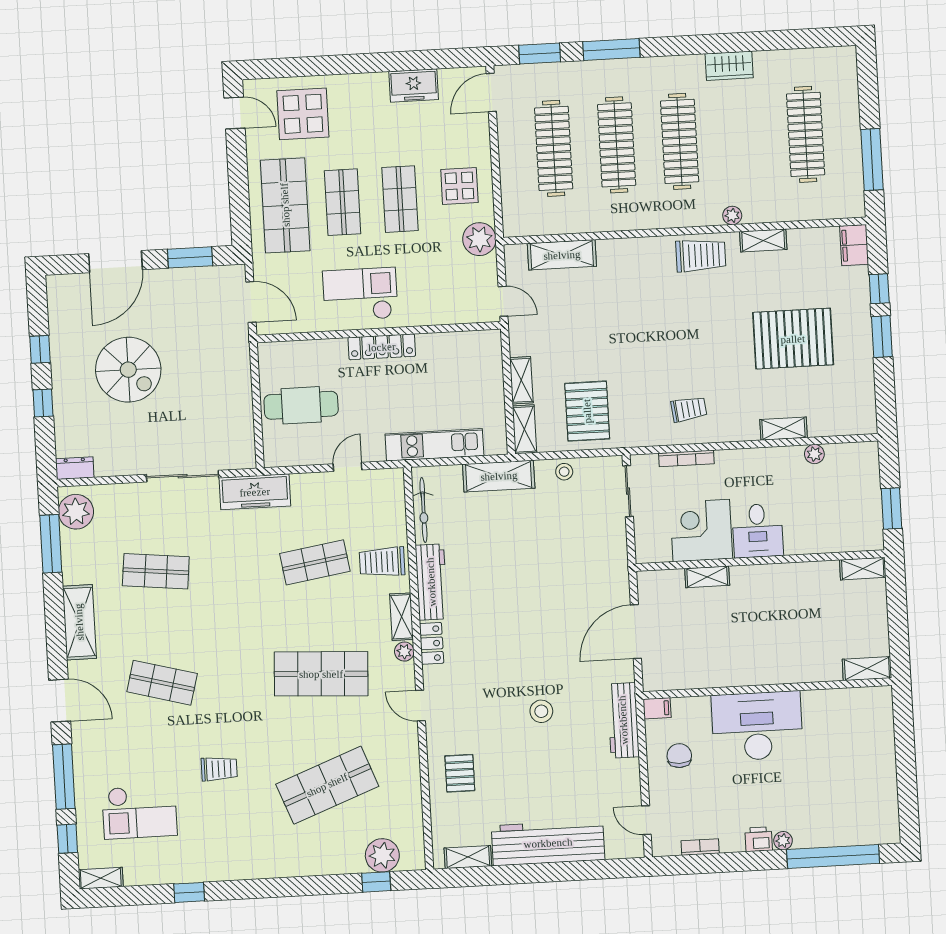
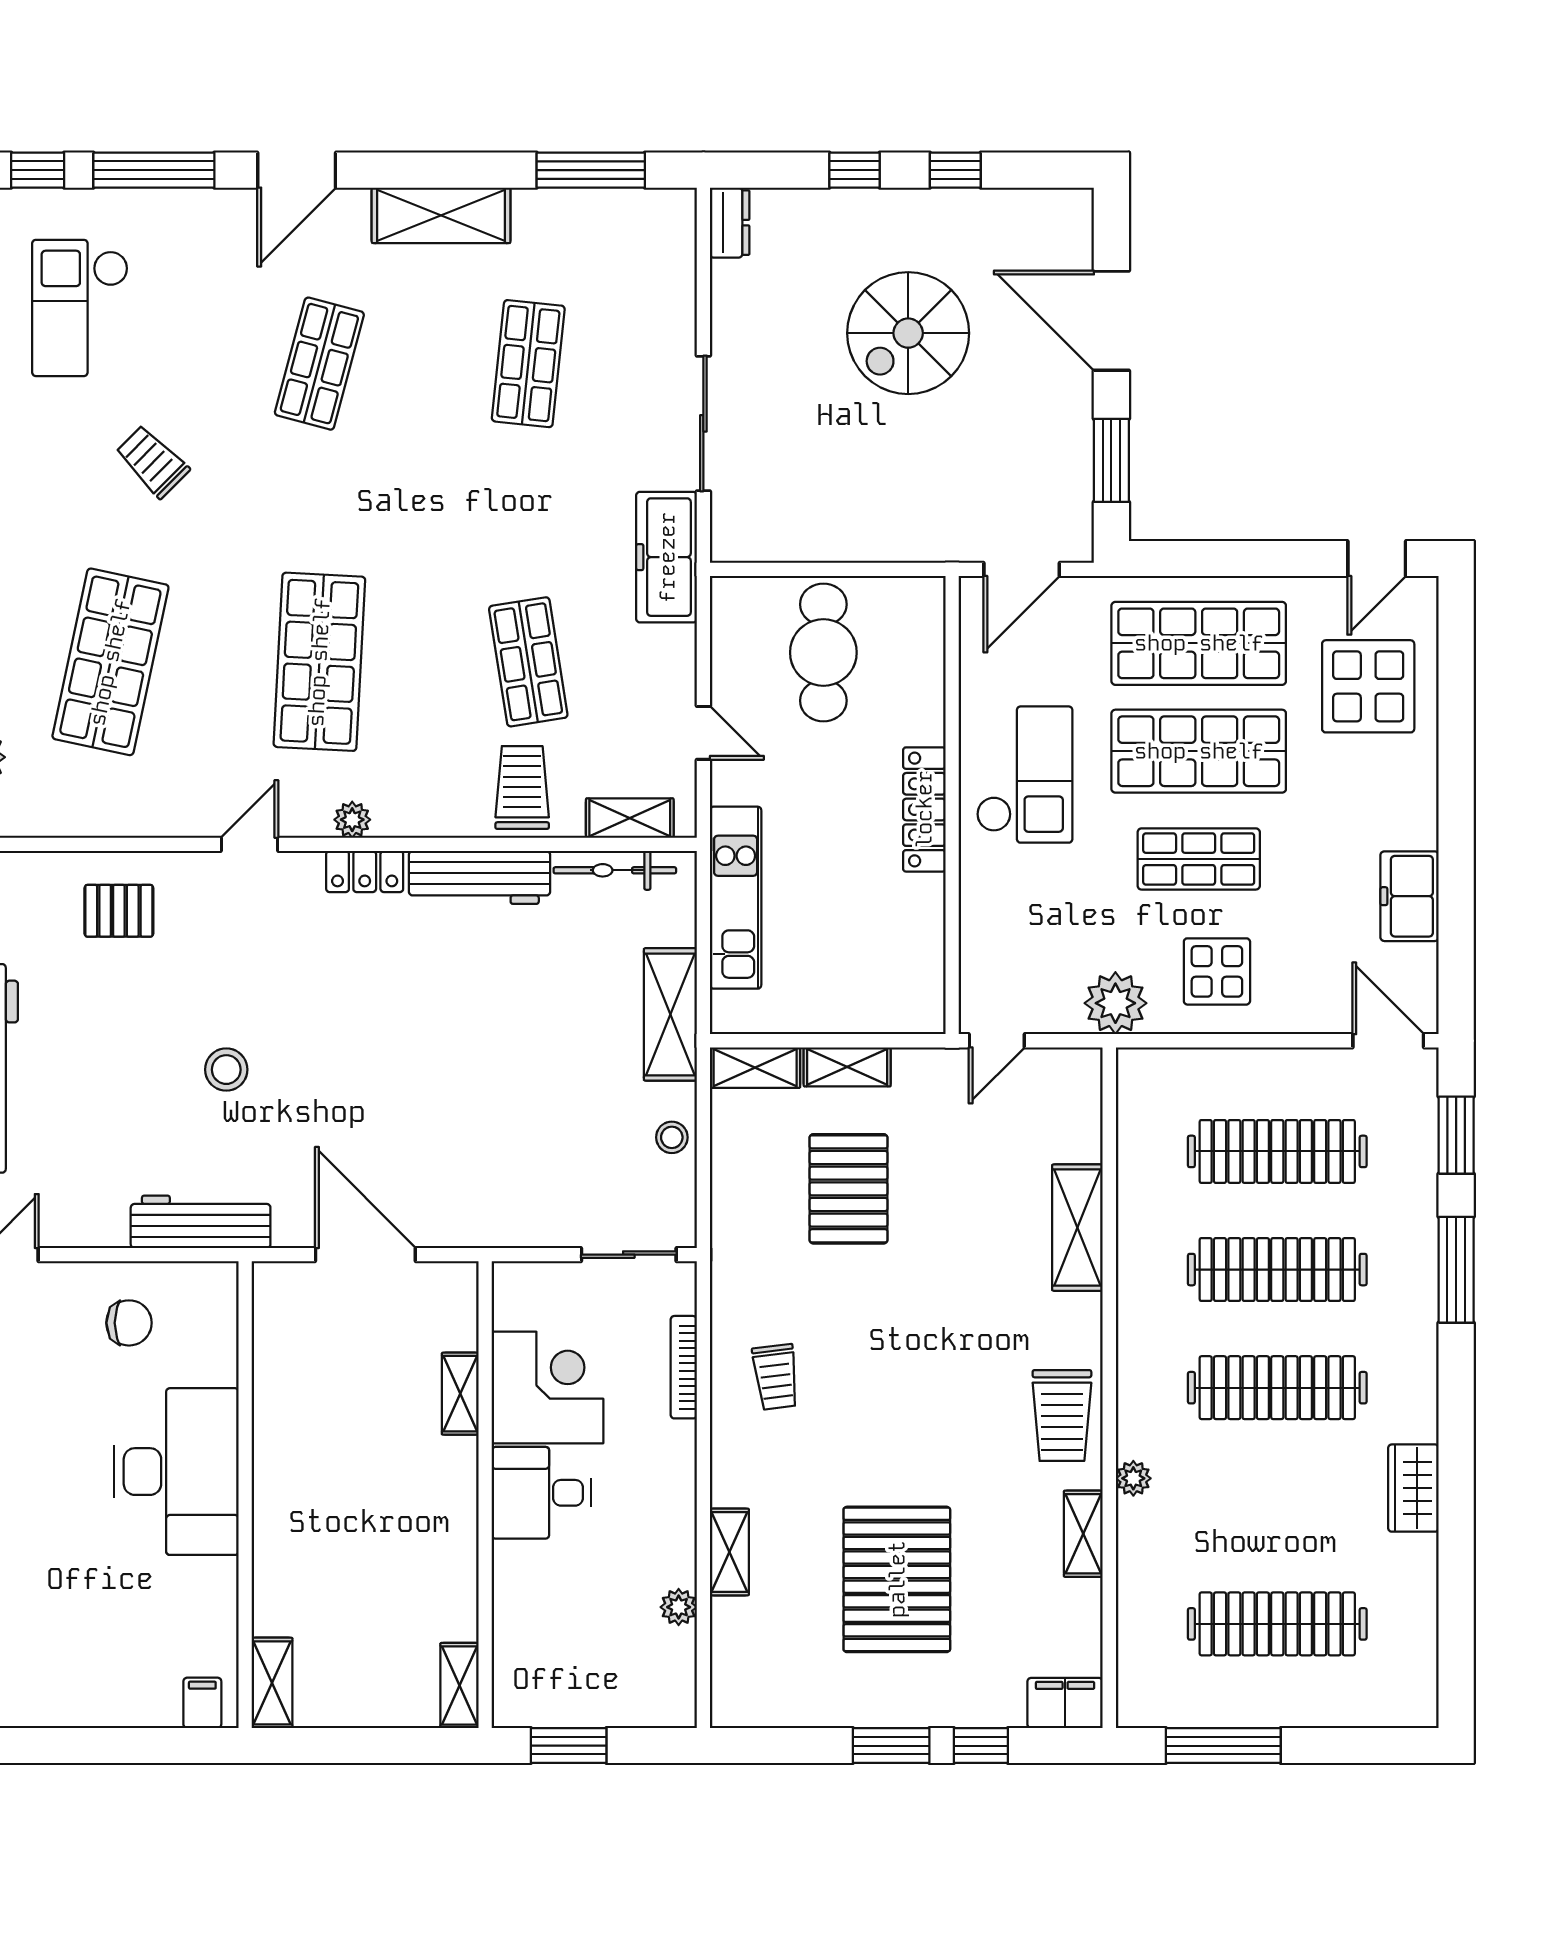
shop shelf: (343, 202) -> (1199, 751), width x1.43, depth x1.36
shelving: (562, 255) -> (1077, 1228), moved
pallet: (587, 411) -> (849, 1189), moved, turned 90
plant: (76, 512) -> (648, 220), removed
shelving: (401, 617) -> (630, 818), moved
filing cabinet: (657, 708) -> (202, 1703), moved, turned 180
trolley: (219, 769) -> (152, 461), turned 135
shop shelf: (327, 785) -> (110, 662), turned 33

